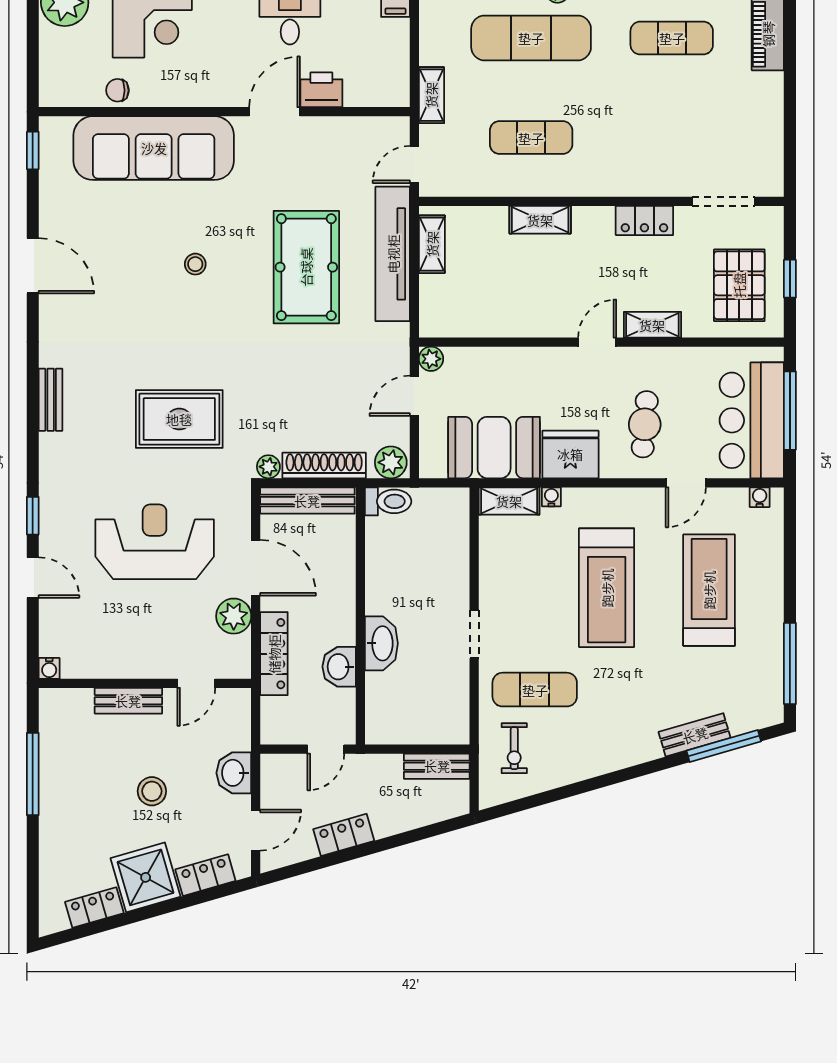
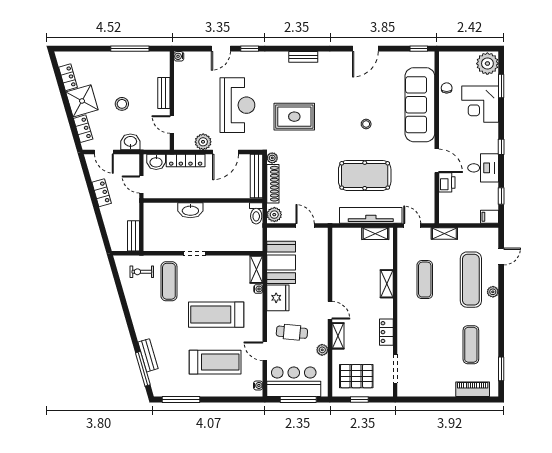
plant: (431, 359) -> (322, 350), moved
rug: (179, 419) -> (294, 117), turned 90
washbasin: (339, 667) -> (156, 162), moved, turned 180

